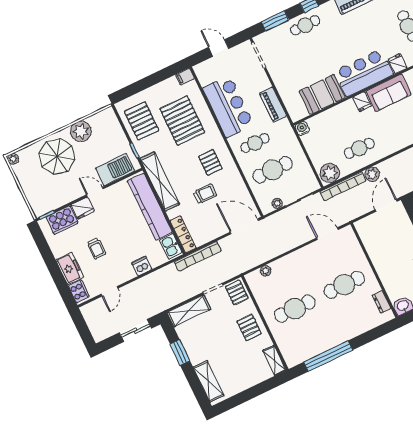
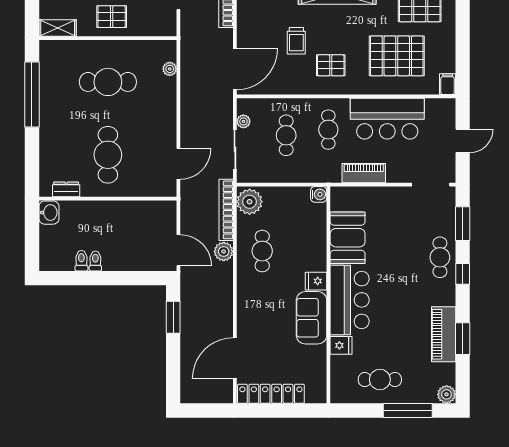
cafe table: (273, 170) -> (286, 135), width x0.73, depth x0.74
pallet: (237, 292) -> (160, 22), removed
cafe table: (295, 309) -> (108, 82), turned 90

